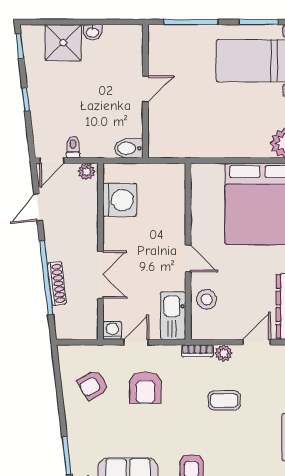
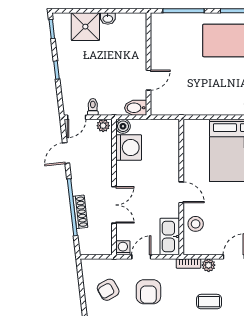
door: (145, 89) -> (148, 80), moved
boiler: (112, 172) -> (123, 126), added

